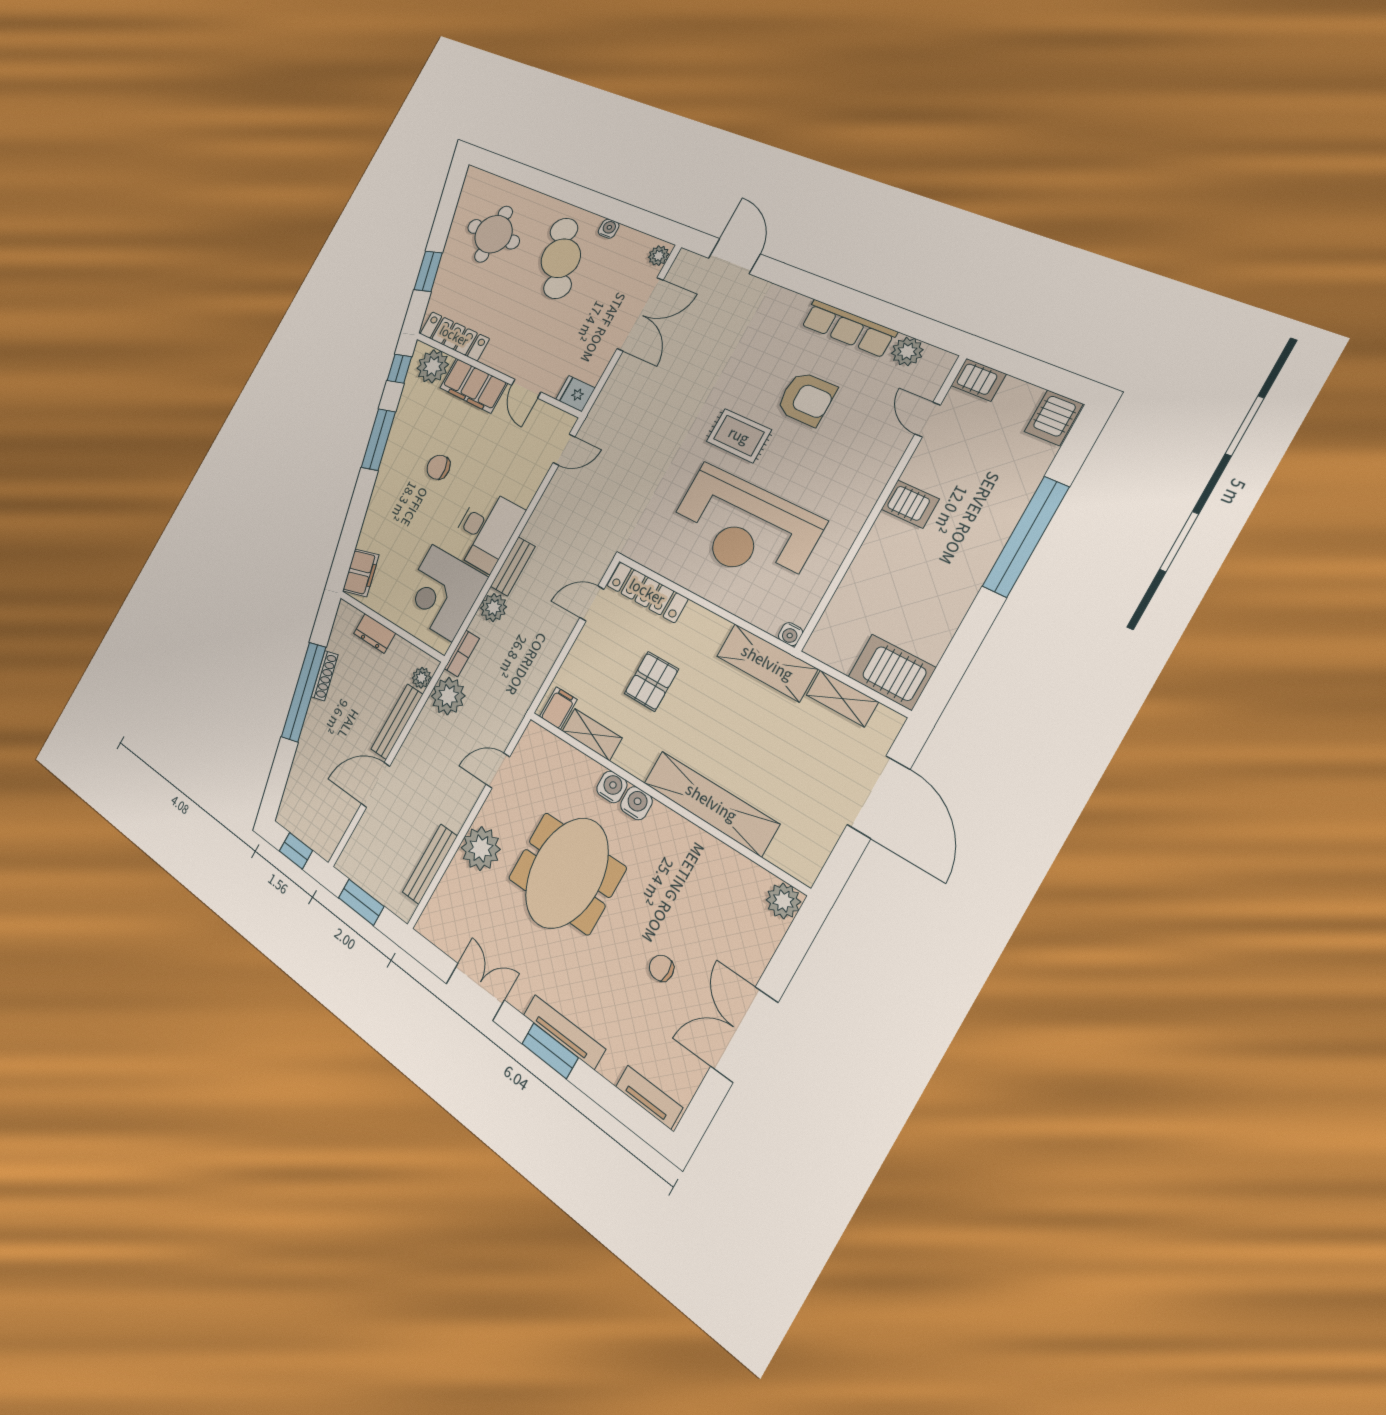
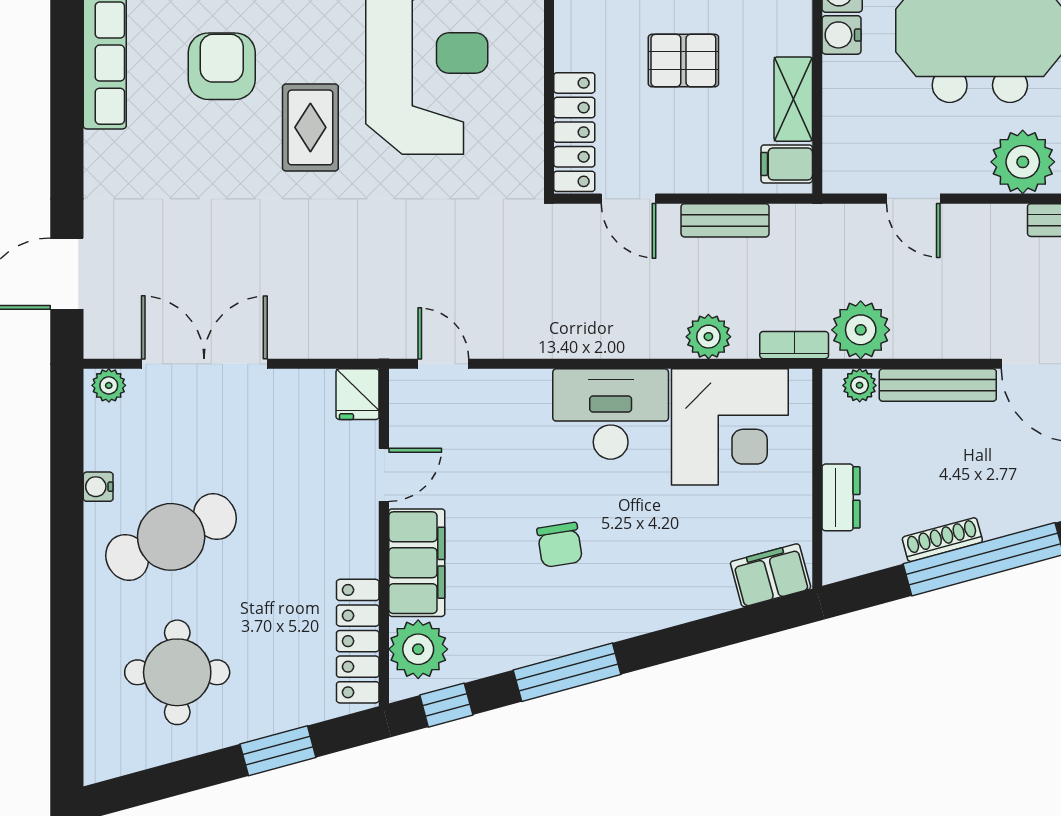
bench: (513, 567) -> (725, 220), moved

